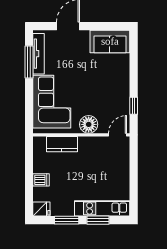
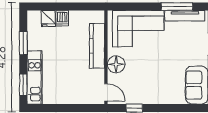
kitchen counter: (62, 144) -> (97, 46), width x1.50
fridge: (41, 209) -> (48, 19), moved
window: (98, 220) -> (23, 85), moved

